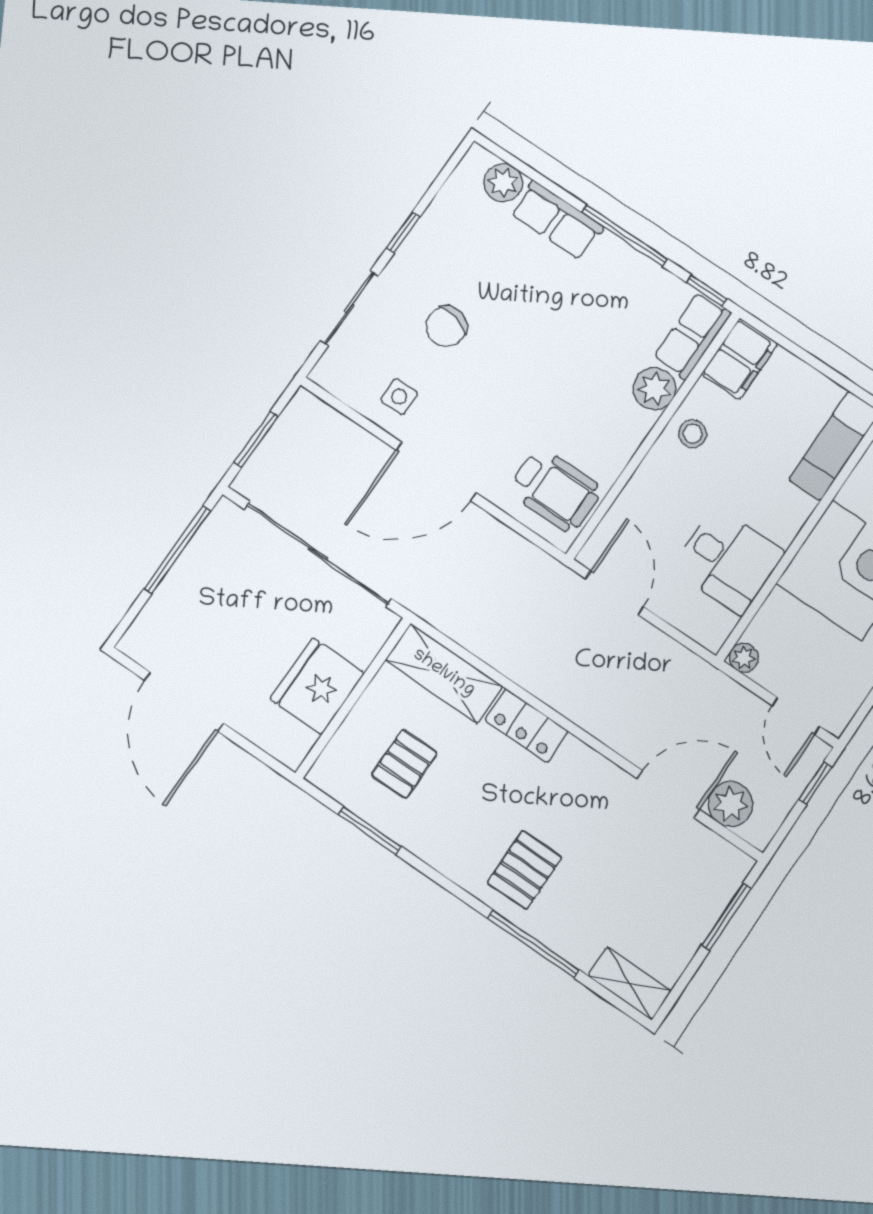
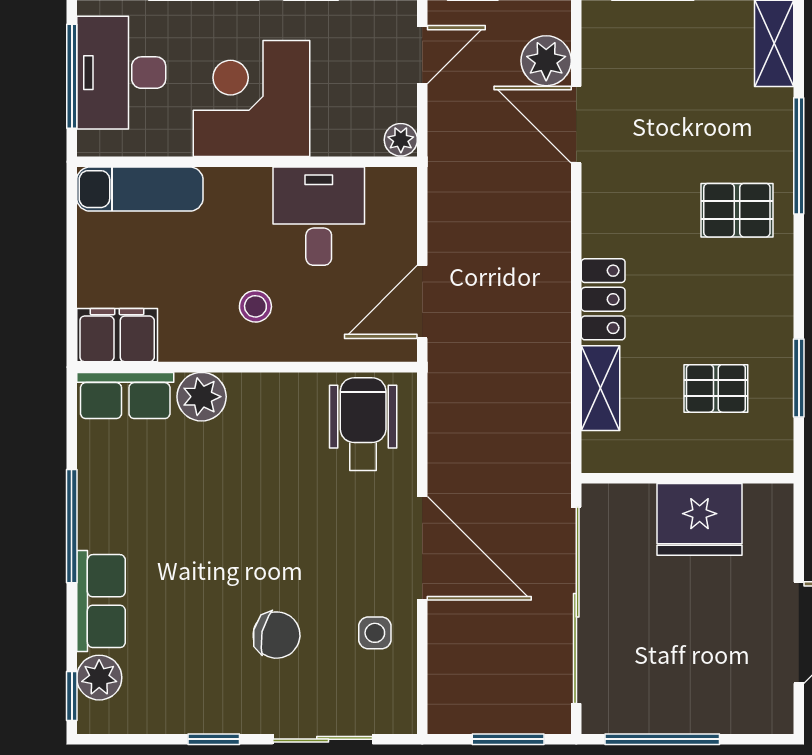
window: (707, 290) -> (72, 696), moved
stool: (693, 434) -> (255, 306), moved
shelving: (444, 673) -> (601, 388), width x0.67, depth x0.75

